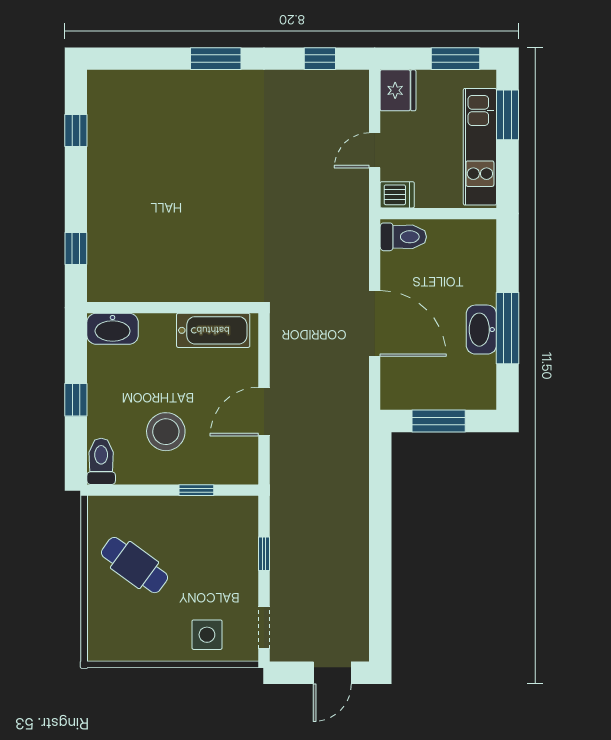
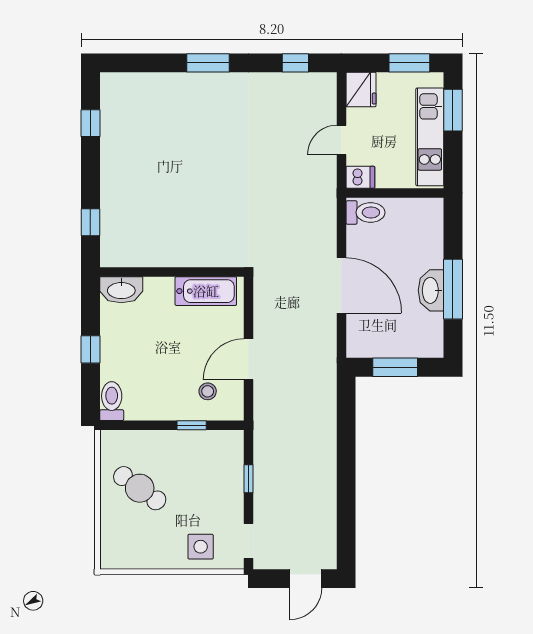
stool: (166, 432) -> (208, 391), moved, width x0.53, depth x0.53

